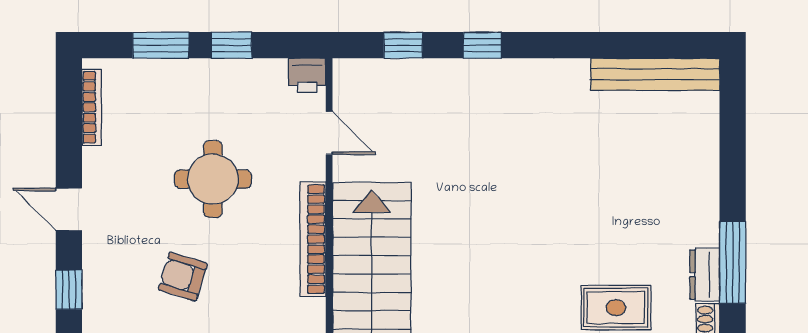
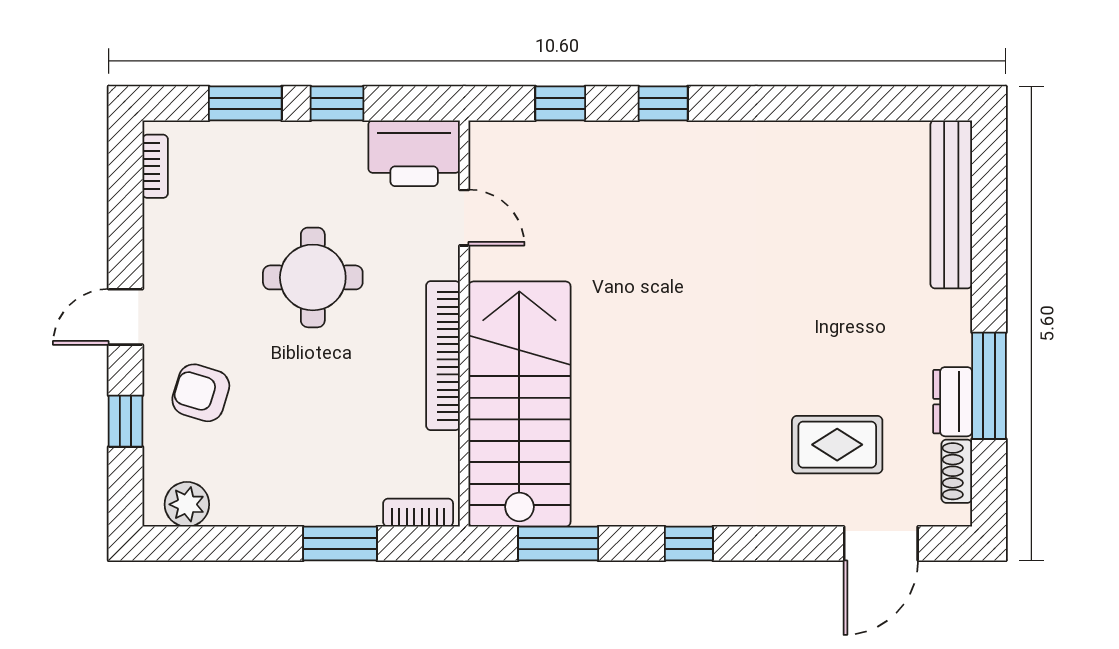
bench: (655, 74) -> (951, 204), moved, turned 90
printer: (307, 75) -> (414, 153), width x1.87, depth x1.48
bookcase: (92, 107) -> (155, 166), width x0.64
door: (69, 209) -> (126, 317), hinge flipped
armchair: (183, 277) -> (201, 393), moved

